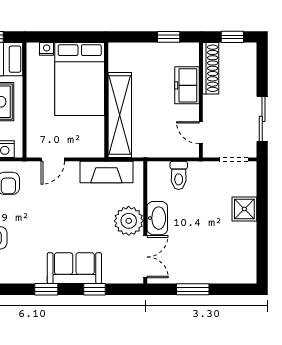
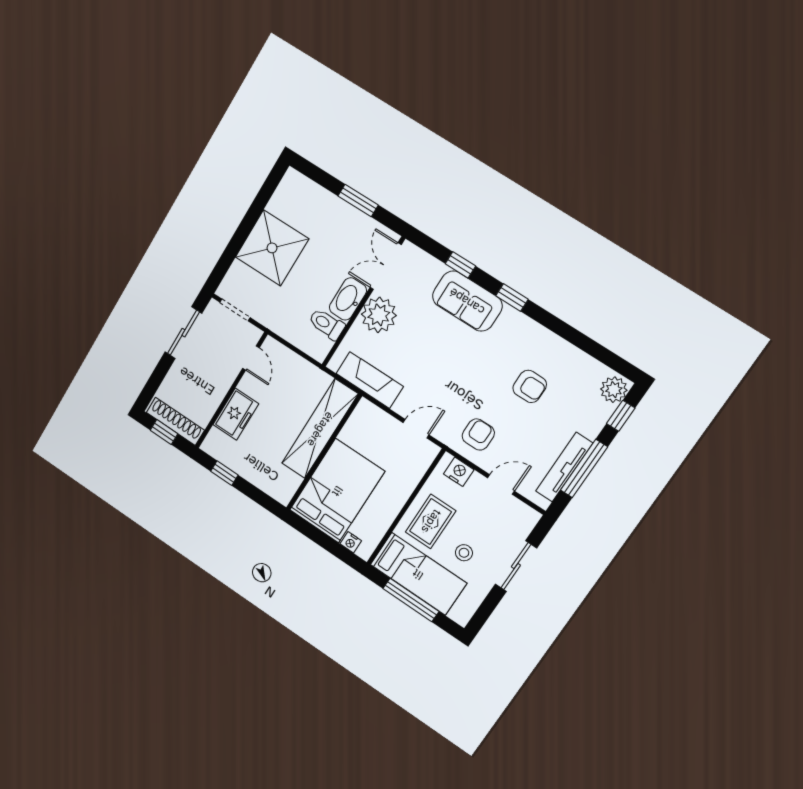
shoe rack: (211, 68) -> (175, 421), moved, turned 90
toilet: (179, 175) -> (327, 324), moved, turned -90
shower: (244, 209) -> (272, 248), width x1.86, depth x1.86

